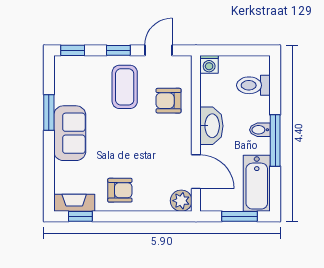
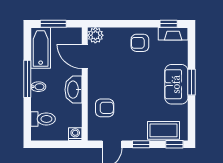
coffee table: (125, 87) -> (164, 130), moved, turned 90
window: (49, 112) -> (191, 82), moved

